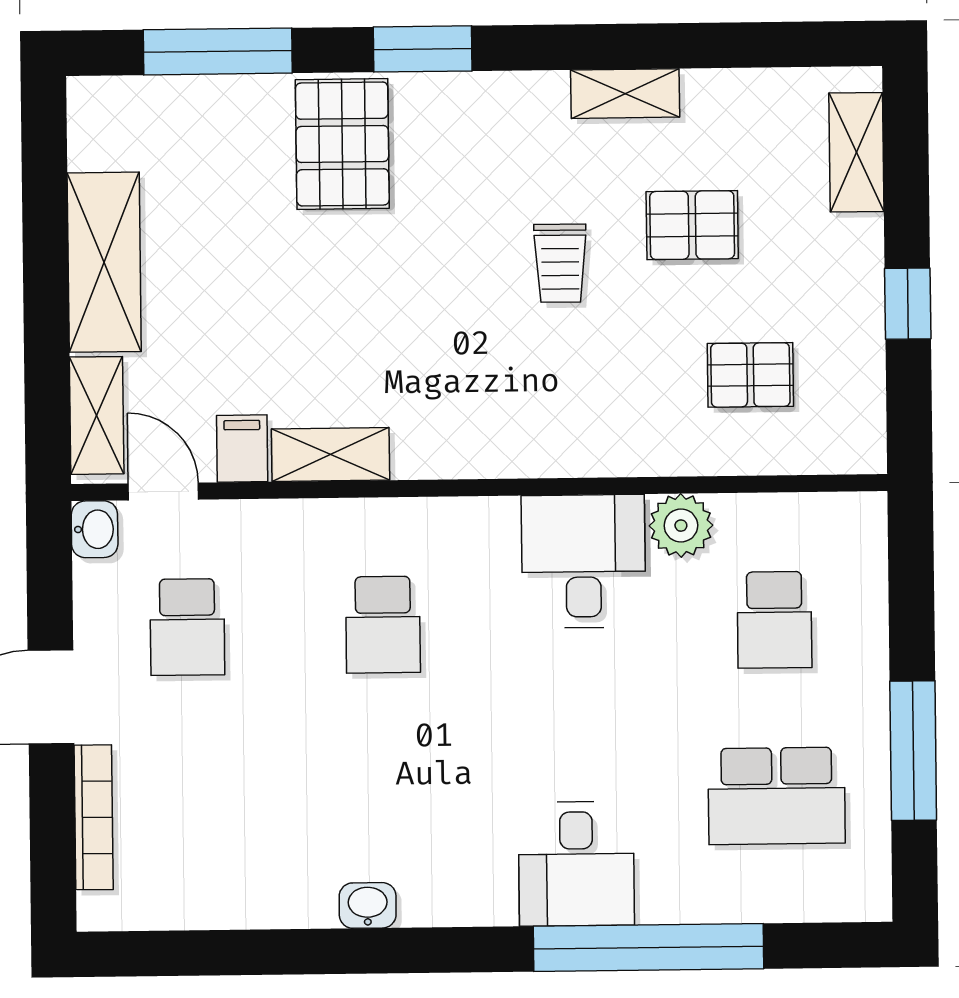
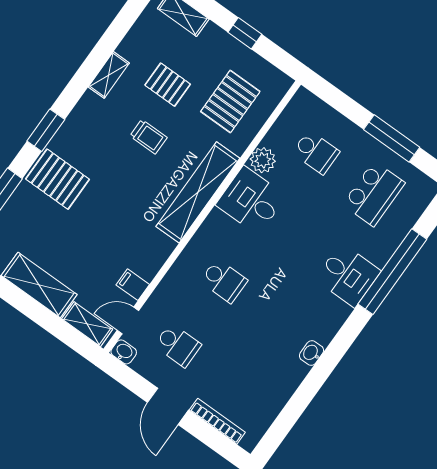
pallet: (692, 225) -> (168, 85), turned 90
pallet: (750, 375) -> (230, 102), width x1.50, depth x1.42
shelving: (331, 454) -> (198, 192), moved, width x2.20, depth x1.33

